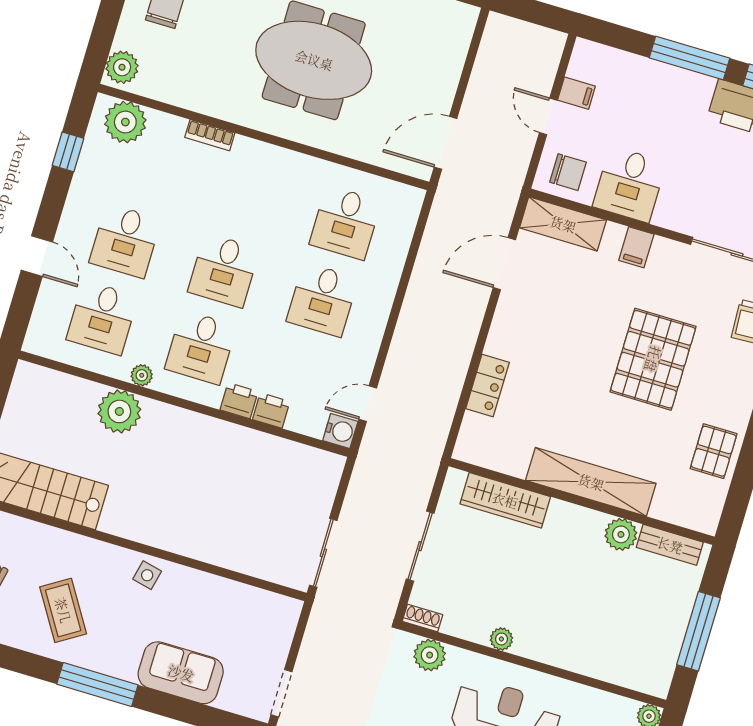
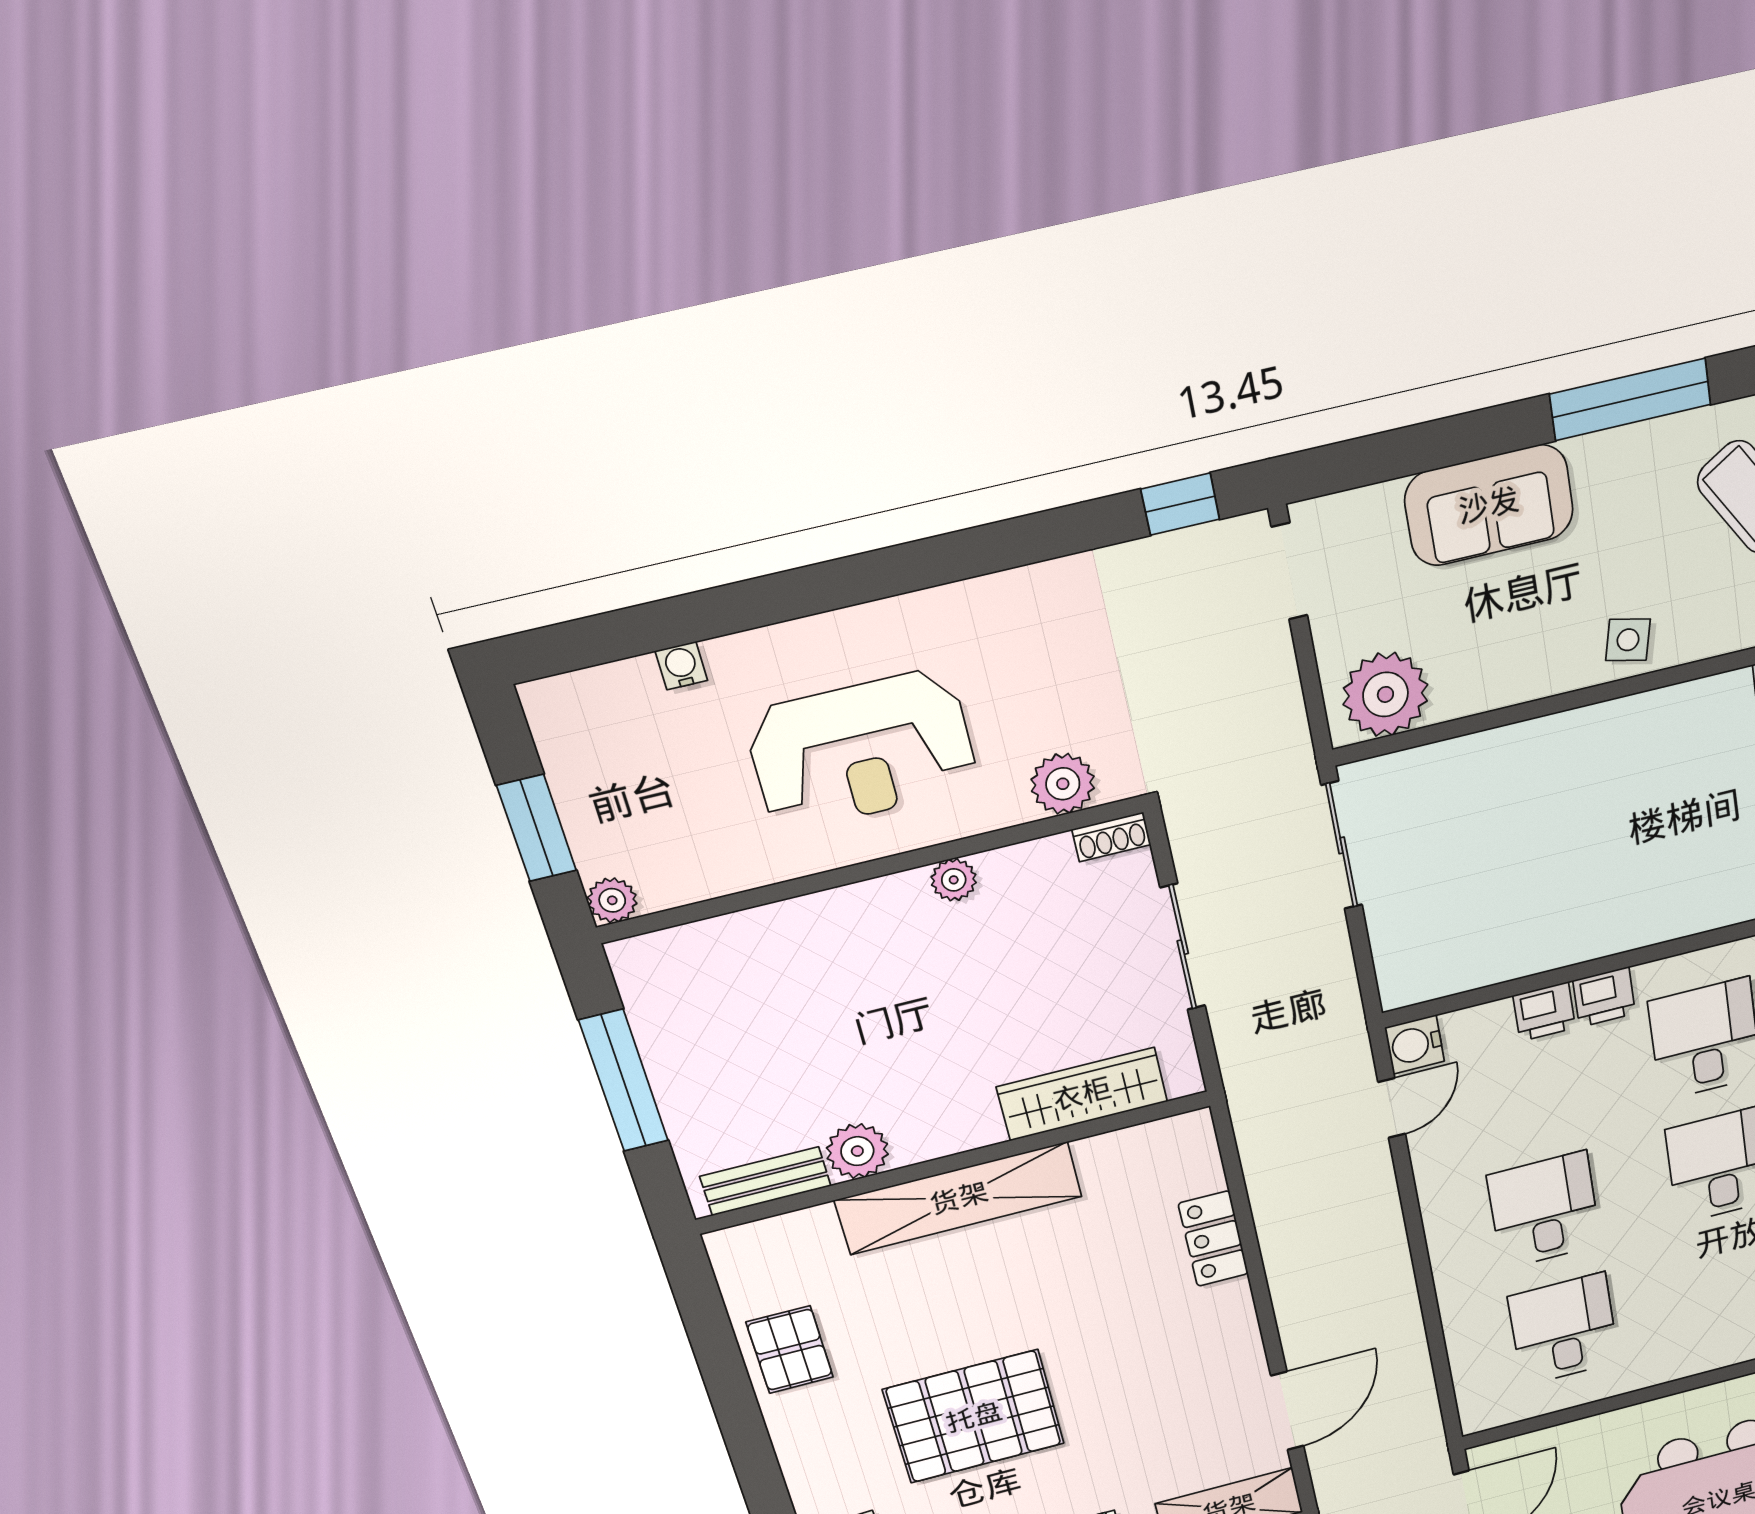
pallet: (653, 359) -> (974, 1417), turned 90
plant: (268, 613) -> (1385, 694), added

